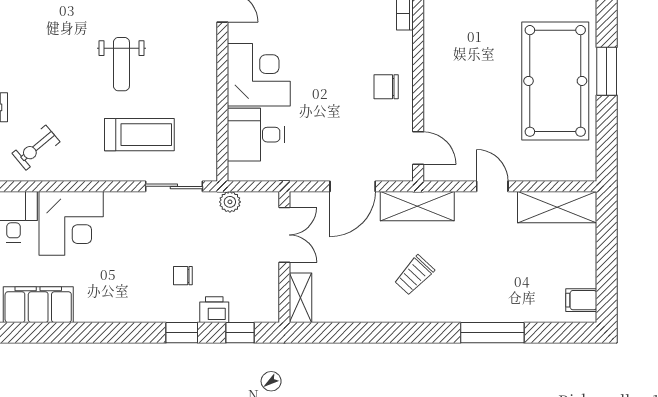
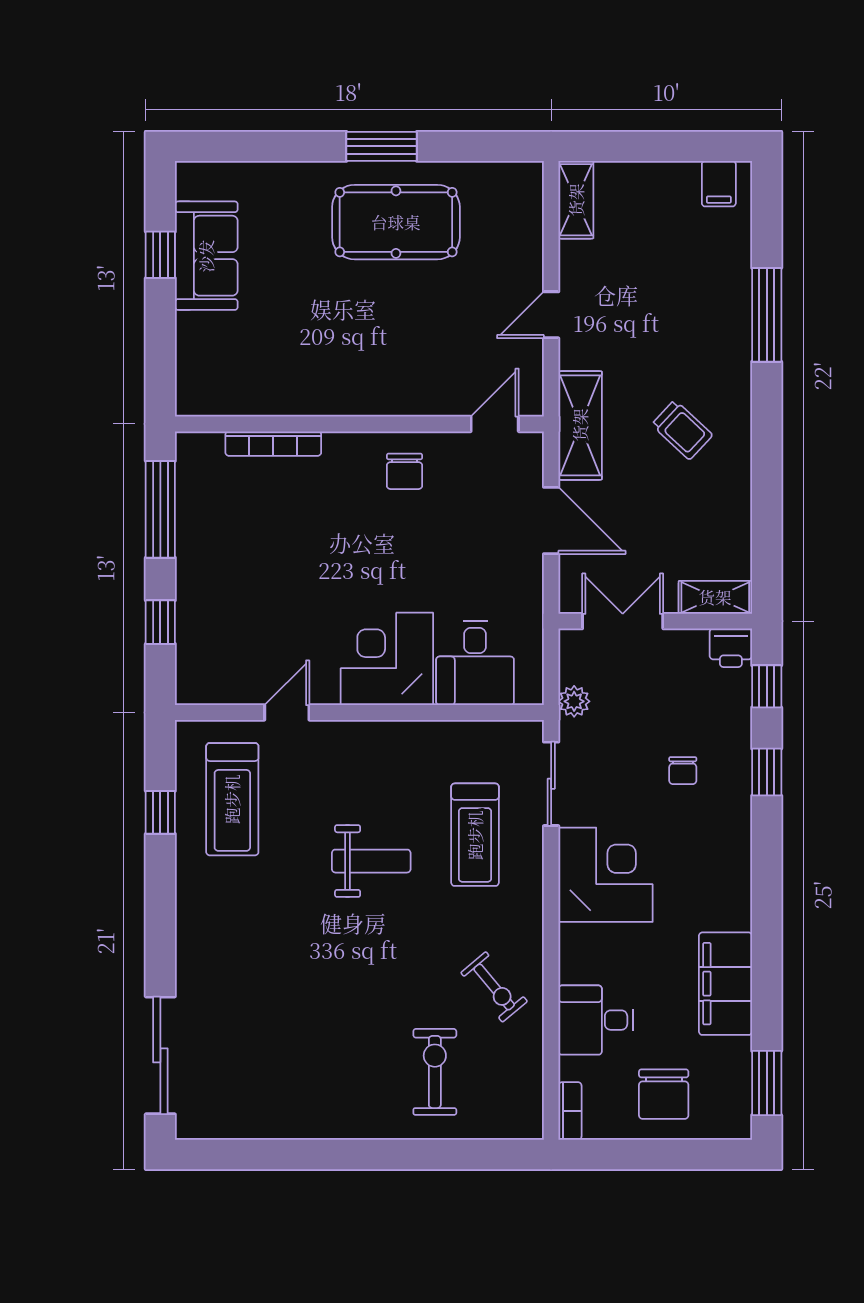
pool table: (555, 81) -> (396, 222), width x0.73, depth x0.76
treadmill: (139, 135) -> (475, 835), turned 180
shelving: (557, 207) -> (576, 200), width x0.67, depth x0.75
corner desk: (71, 223) -> (606, 875), moved
printer: (214, 310) -> (731, 648), moved, turned -90

